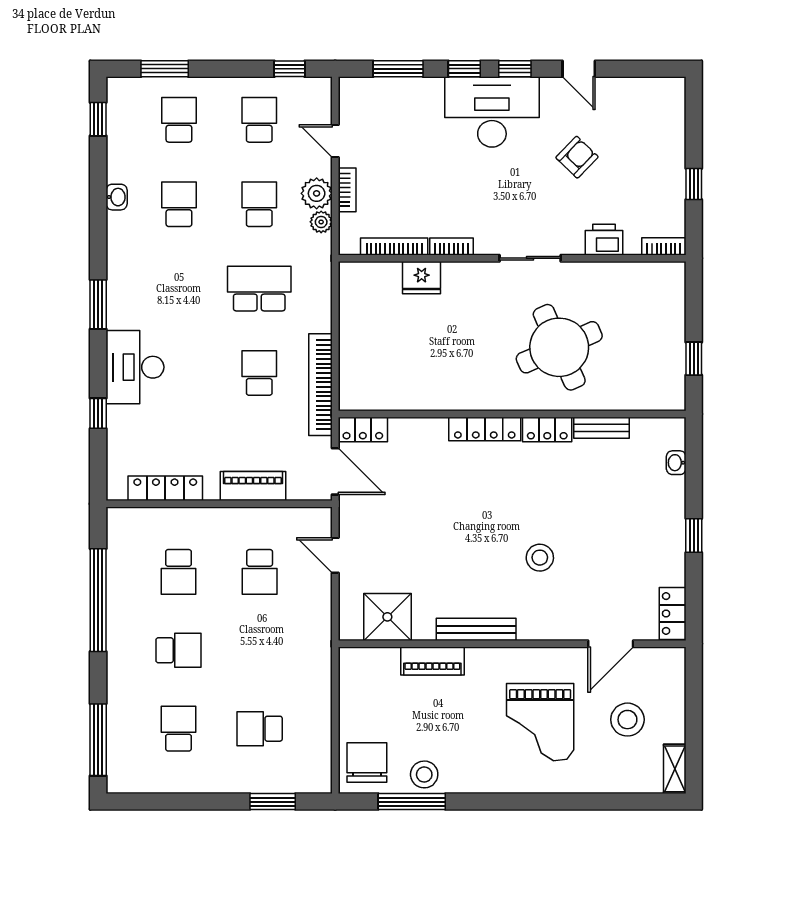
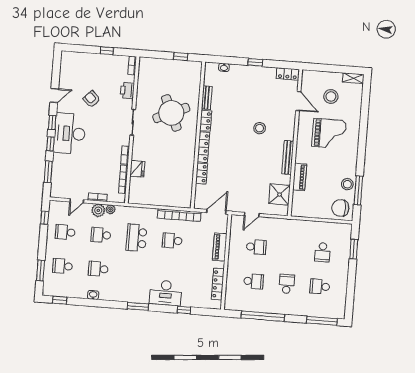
locker: (363, 430) -> (202, 174), moved

